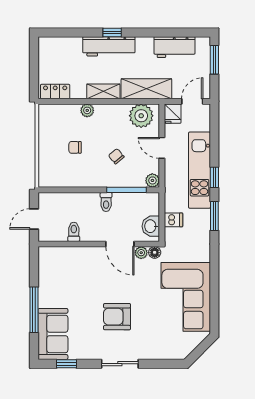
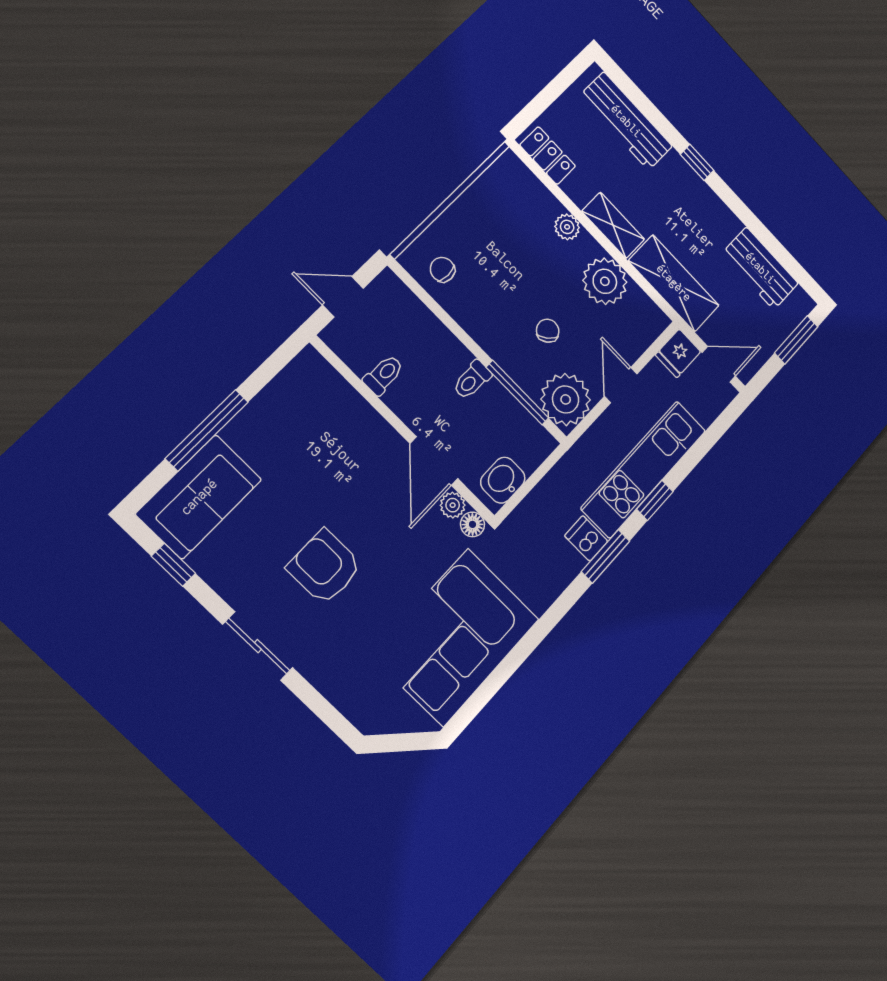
workbench: (109, 46) -> (626, 121), moved
plant: (141, 116) -> (605, 281), moved
chair: (75, 147) -> (442, 270), moved
plant: (152, 180) -> (566, 399), width x1.88, depth x1.88
dishwasher: (173, 220) -> (586, 538), moved, turned 180

